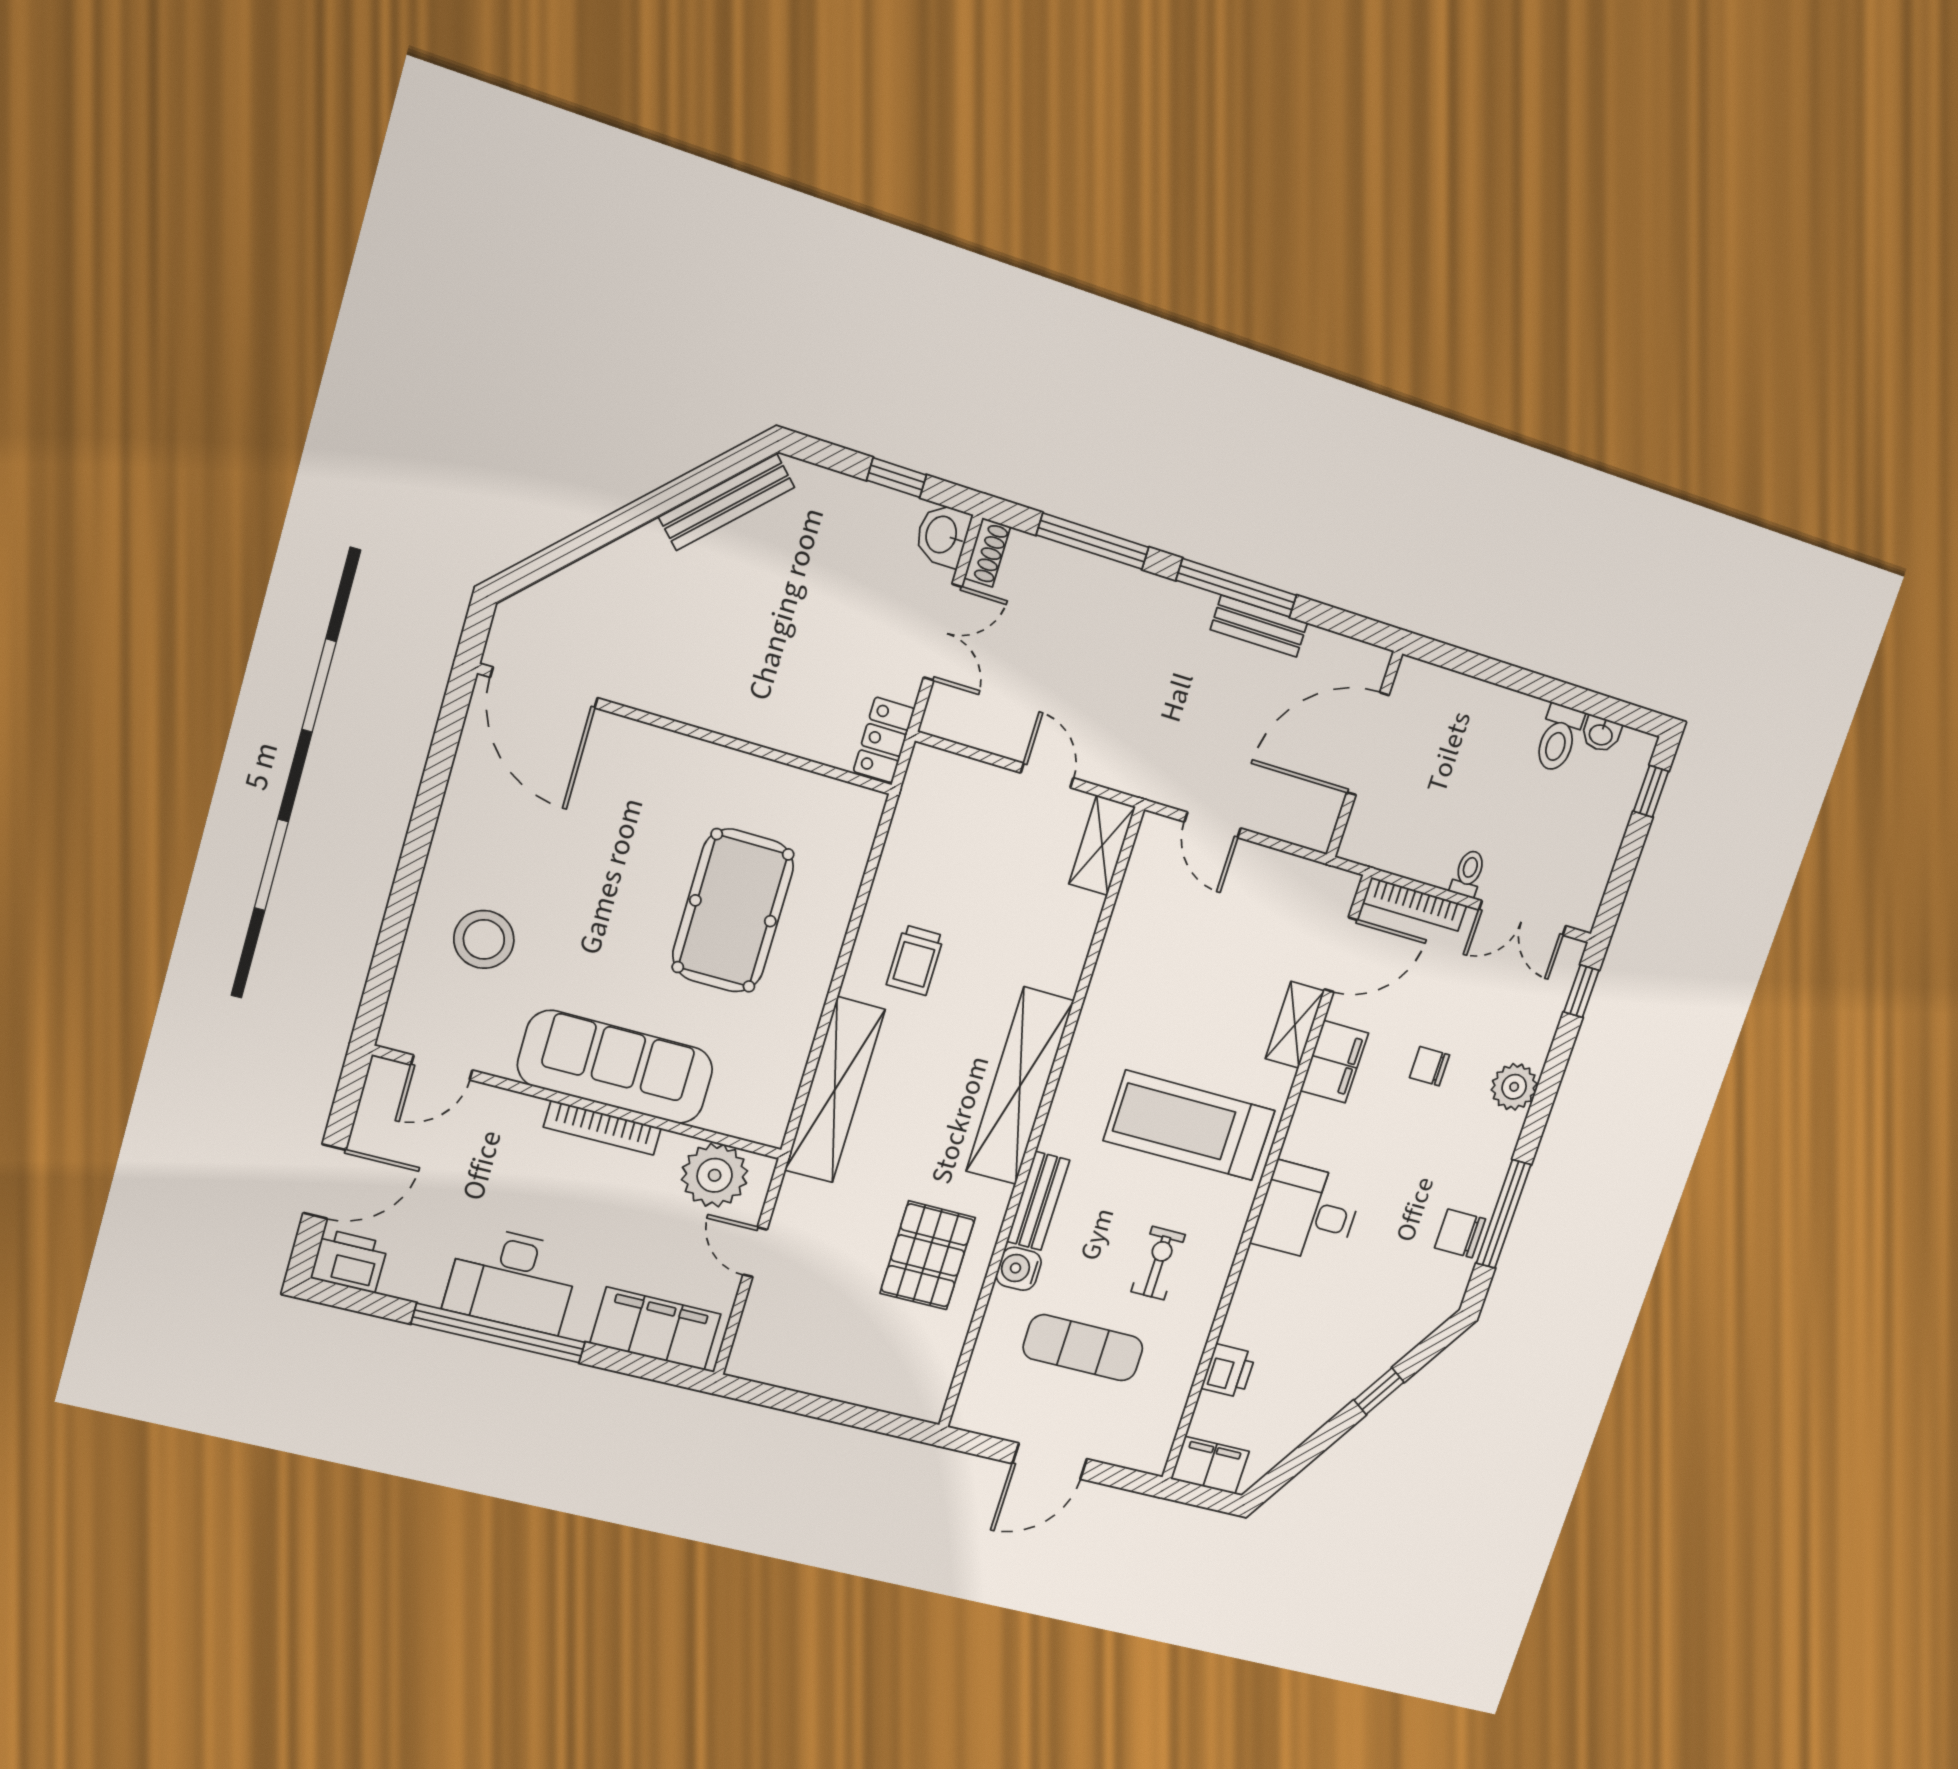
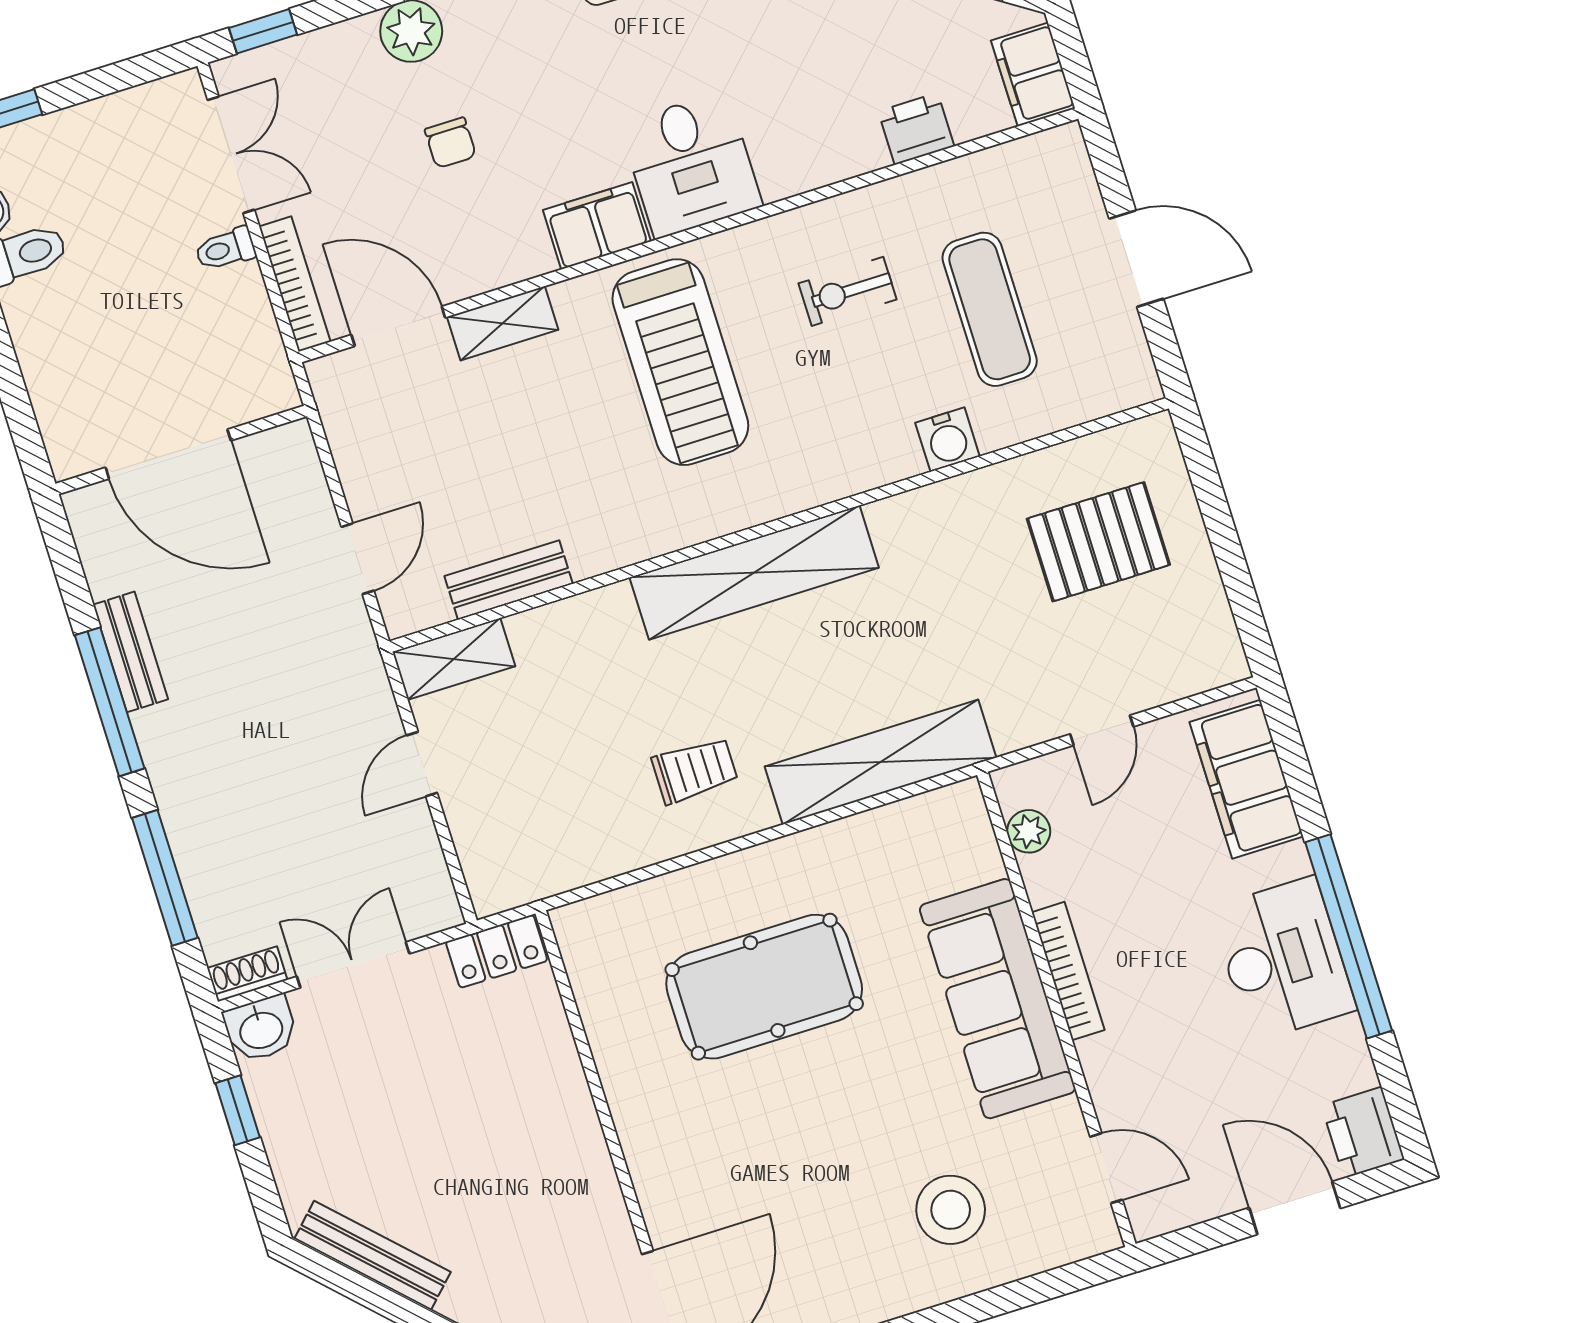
filing cabinet: (1334, 1062) -> (597, 226), moved
plant: (715, 1175) -> (1029, 831), width x0.53, depth x0.53
bench: (1038, 1201) -> (509, 580), moved
pallet: (928, 1255) -> (1098, 542), moved

